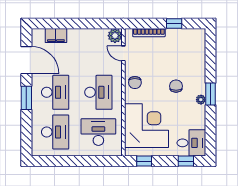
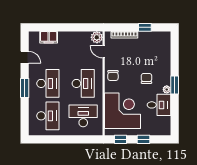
door: (26, 60) -> (25, 57), width x0.53
desk: (191, 143) -> (159, 105), moved
window: (186, 161) -> (143, 139), moved

